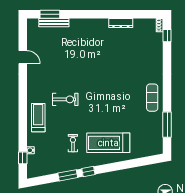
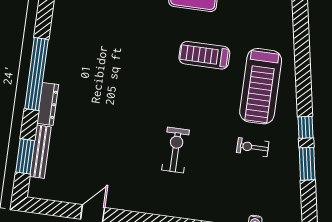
window: (98, 14) -> (36, 74), added
dresser: (121, 23) -> (48, 104), moved
treadmill: (38, 118) -> (204, 55), moved

